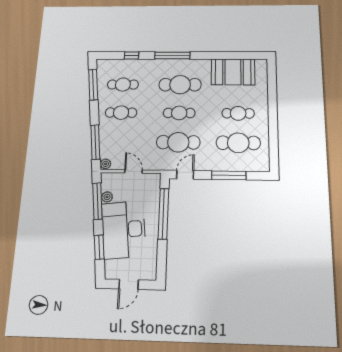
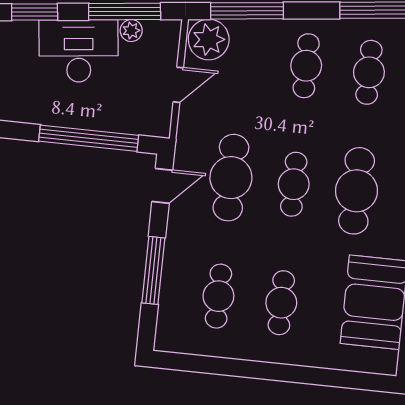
cafe table: (238, 143) -> (218, 296), width x0.73, depth x0.74
plant: (106, 164) -> (209, 40), width x1.87, depth x1.87
door: (185, 175) -> (162, 186), hinge flipped
desk: (124, 230) -> (79, 51), width x0.73, depth x0.77

